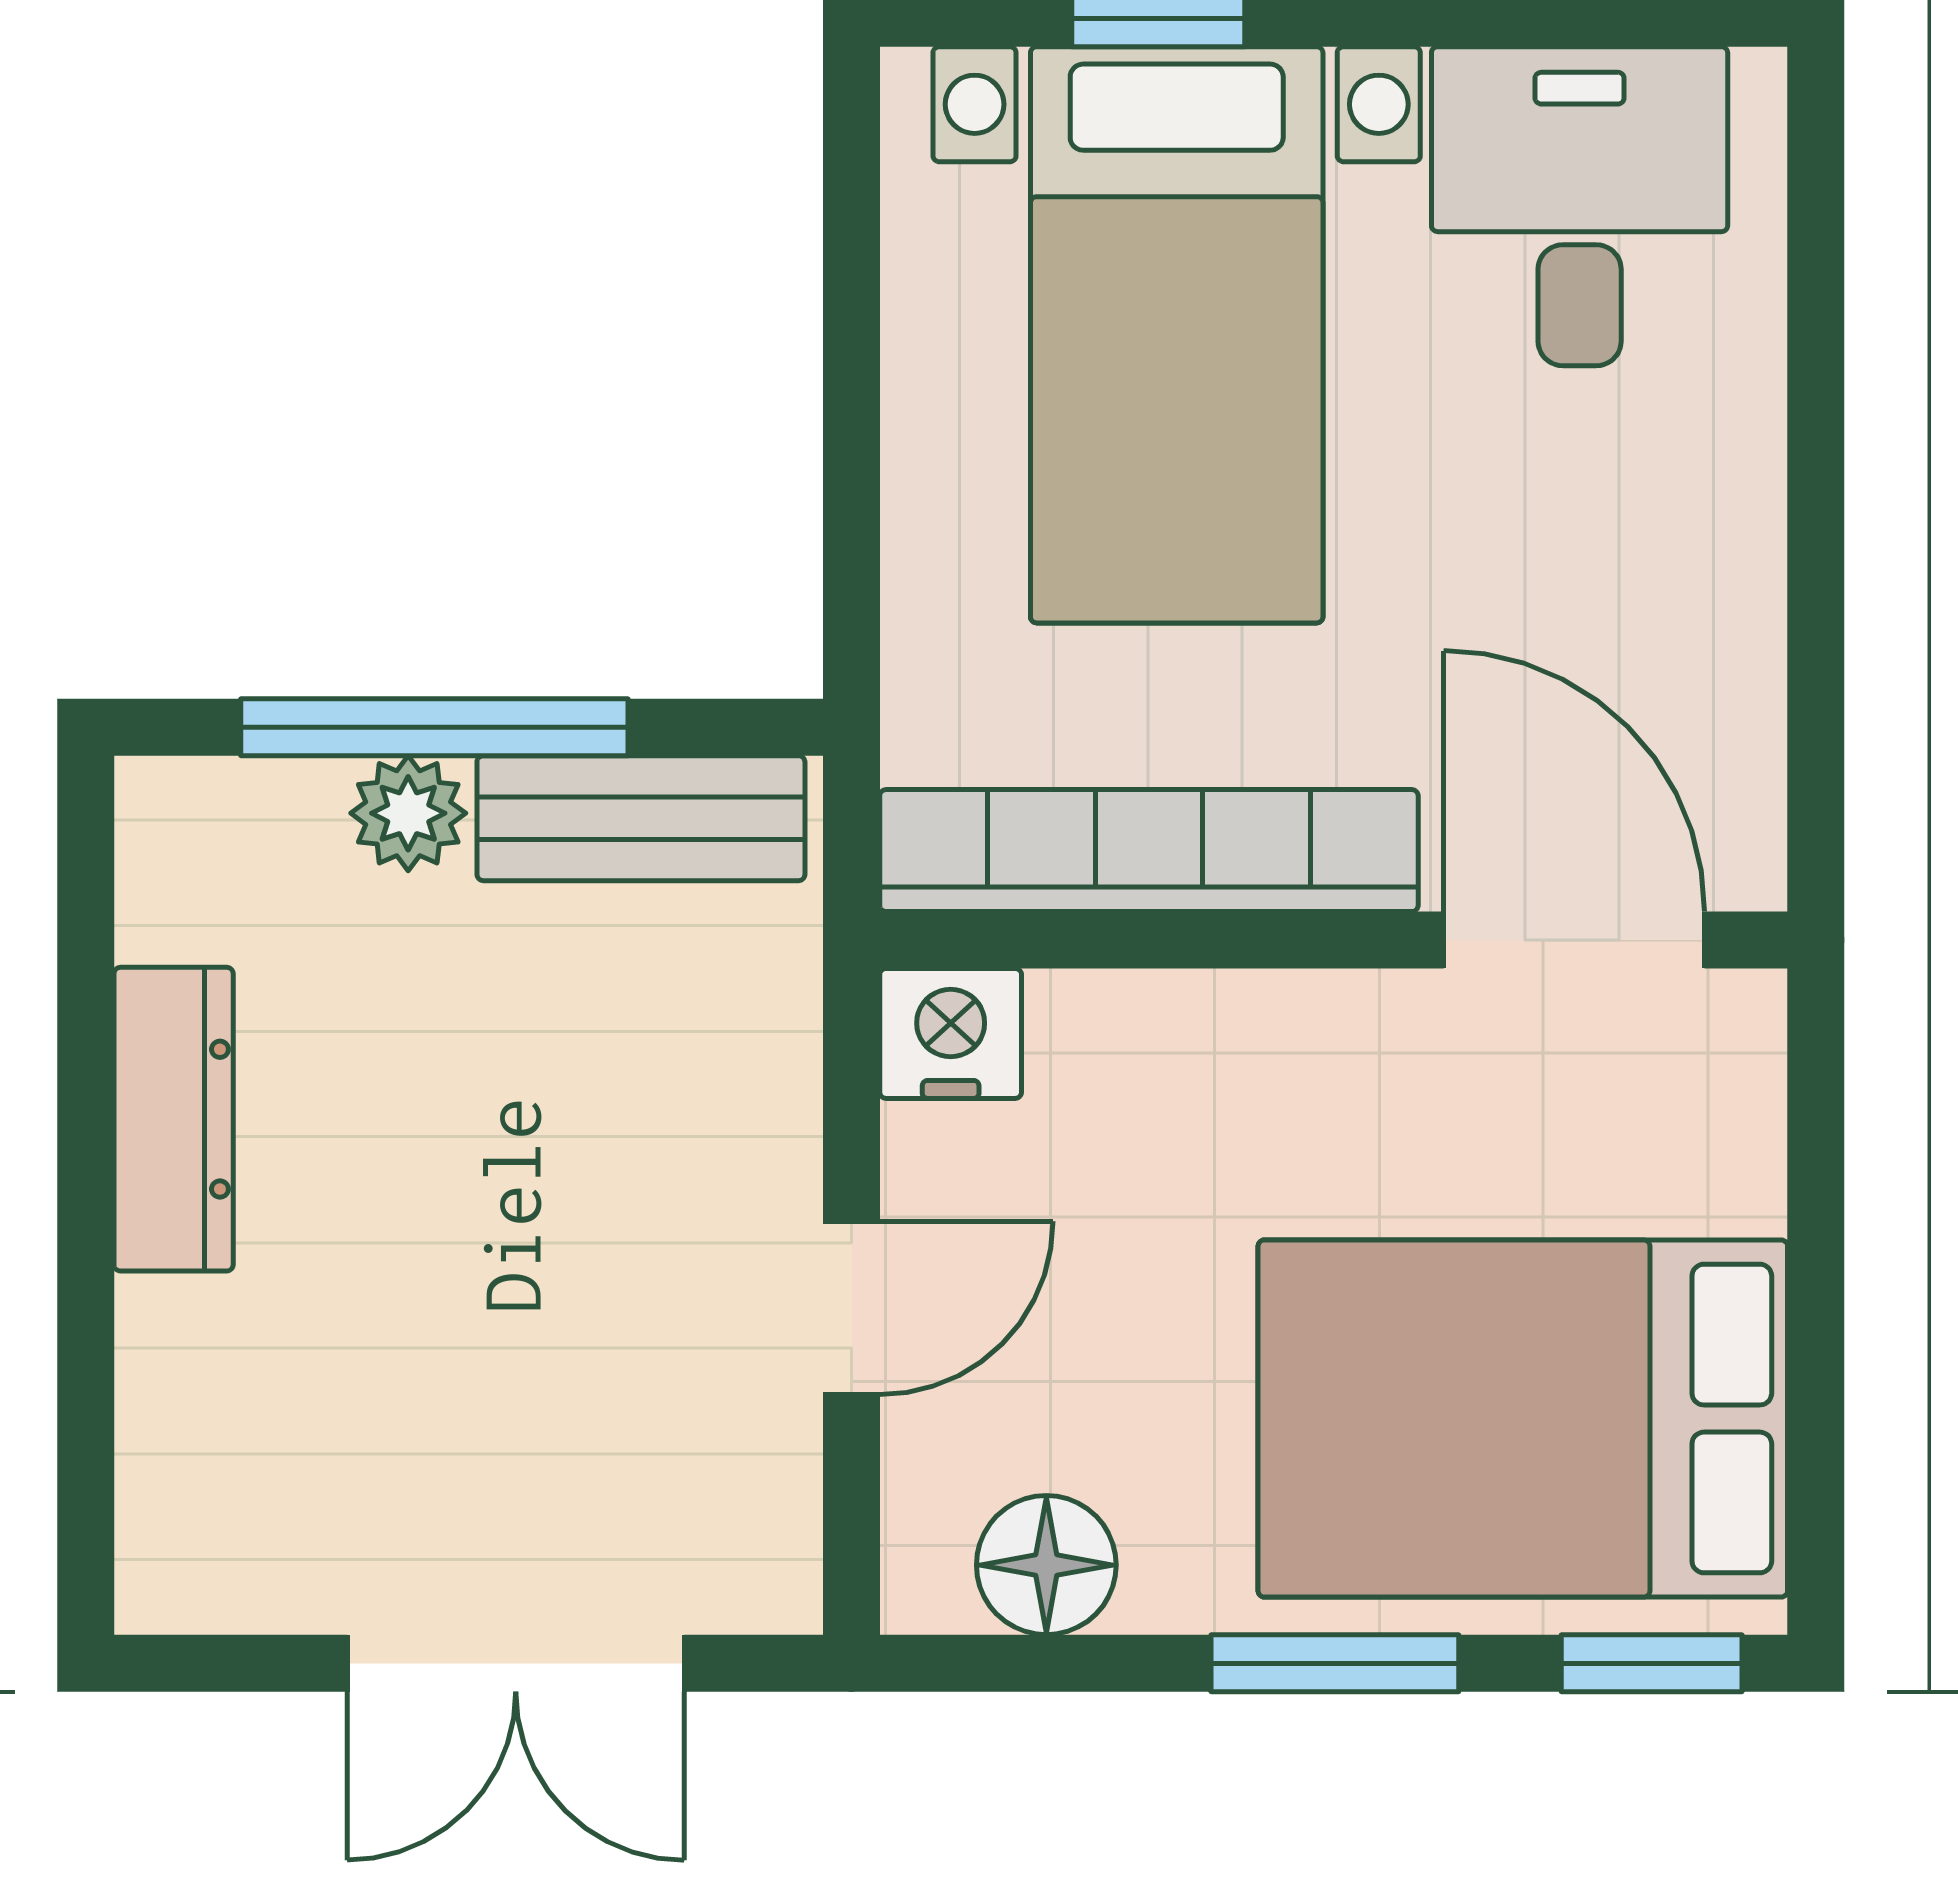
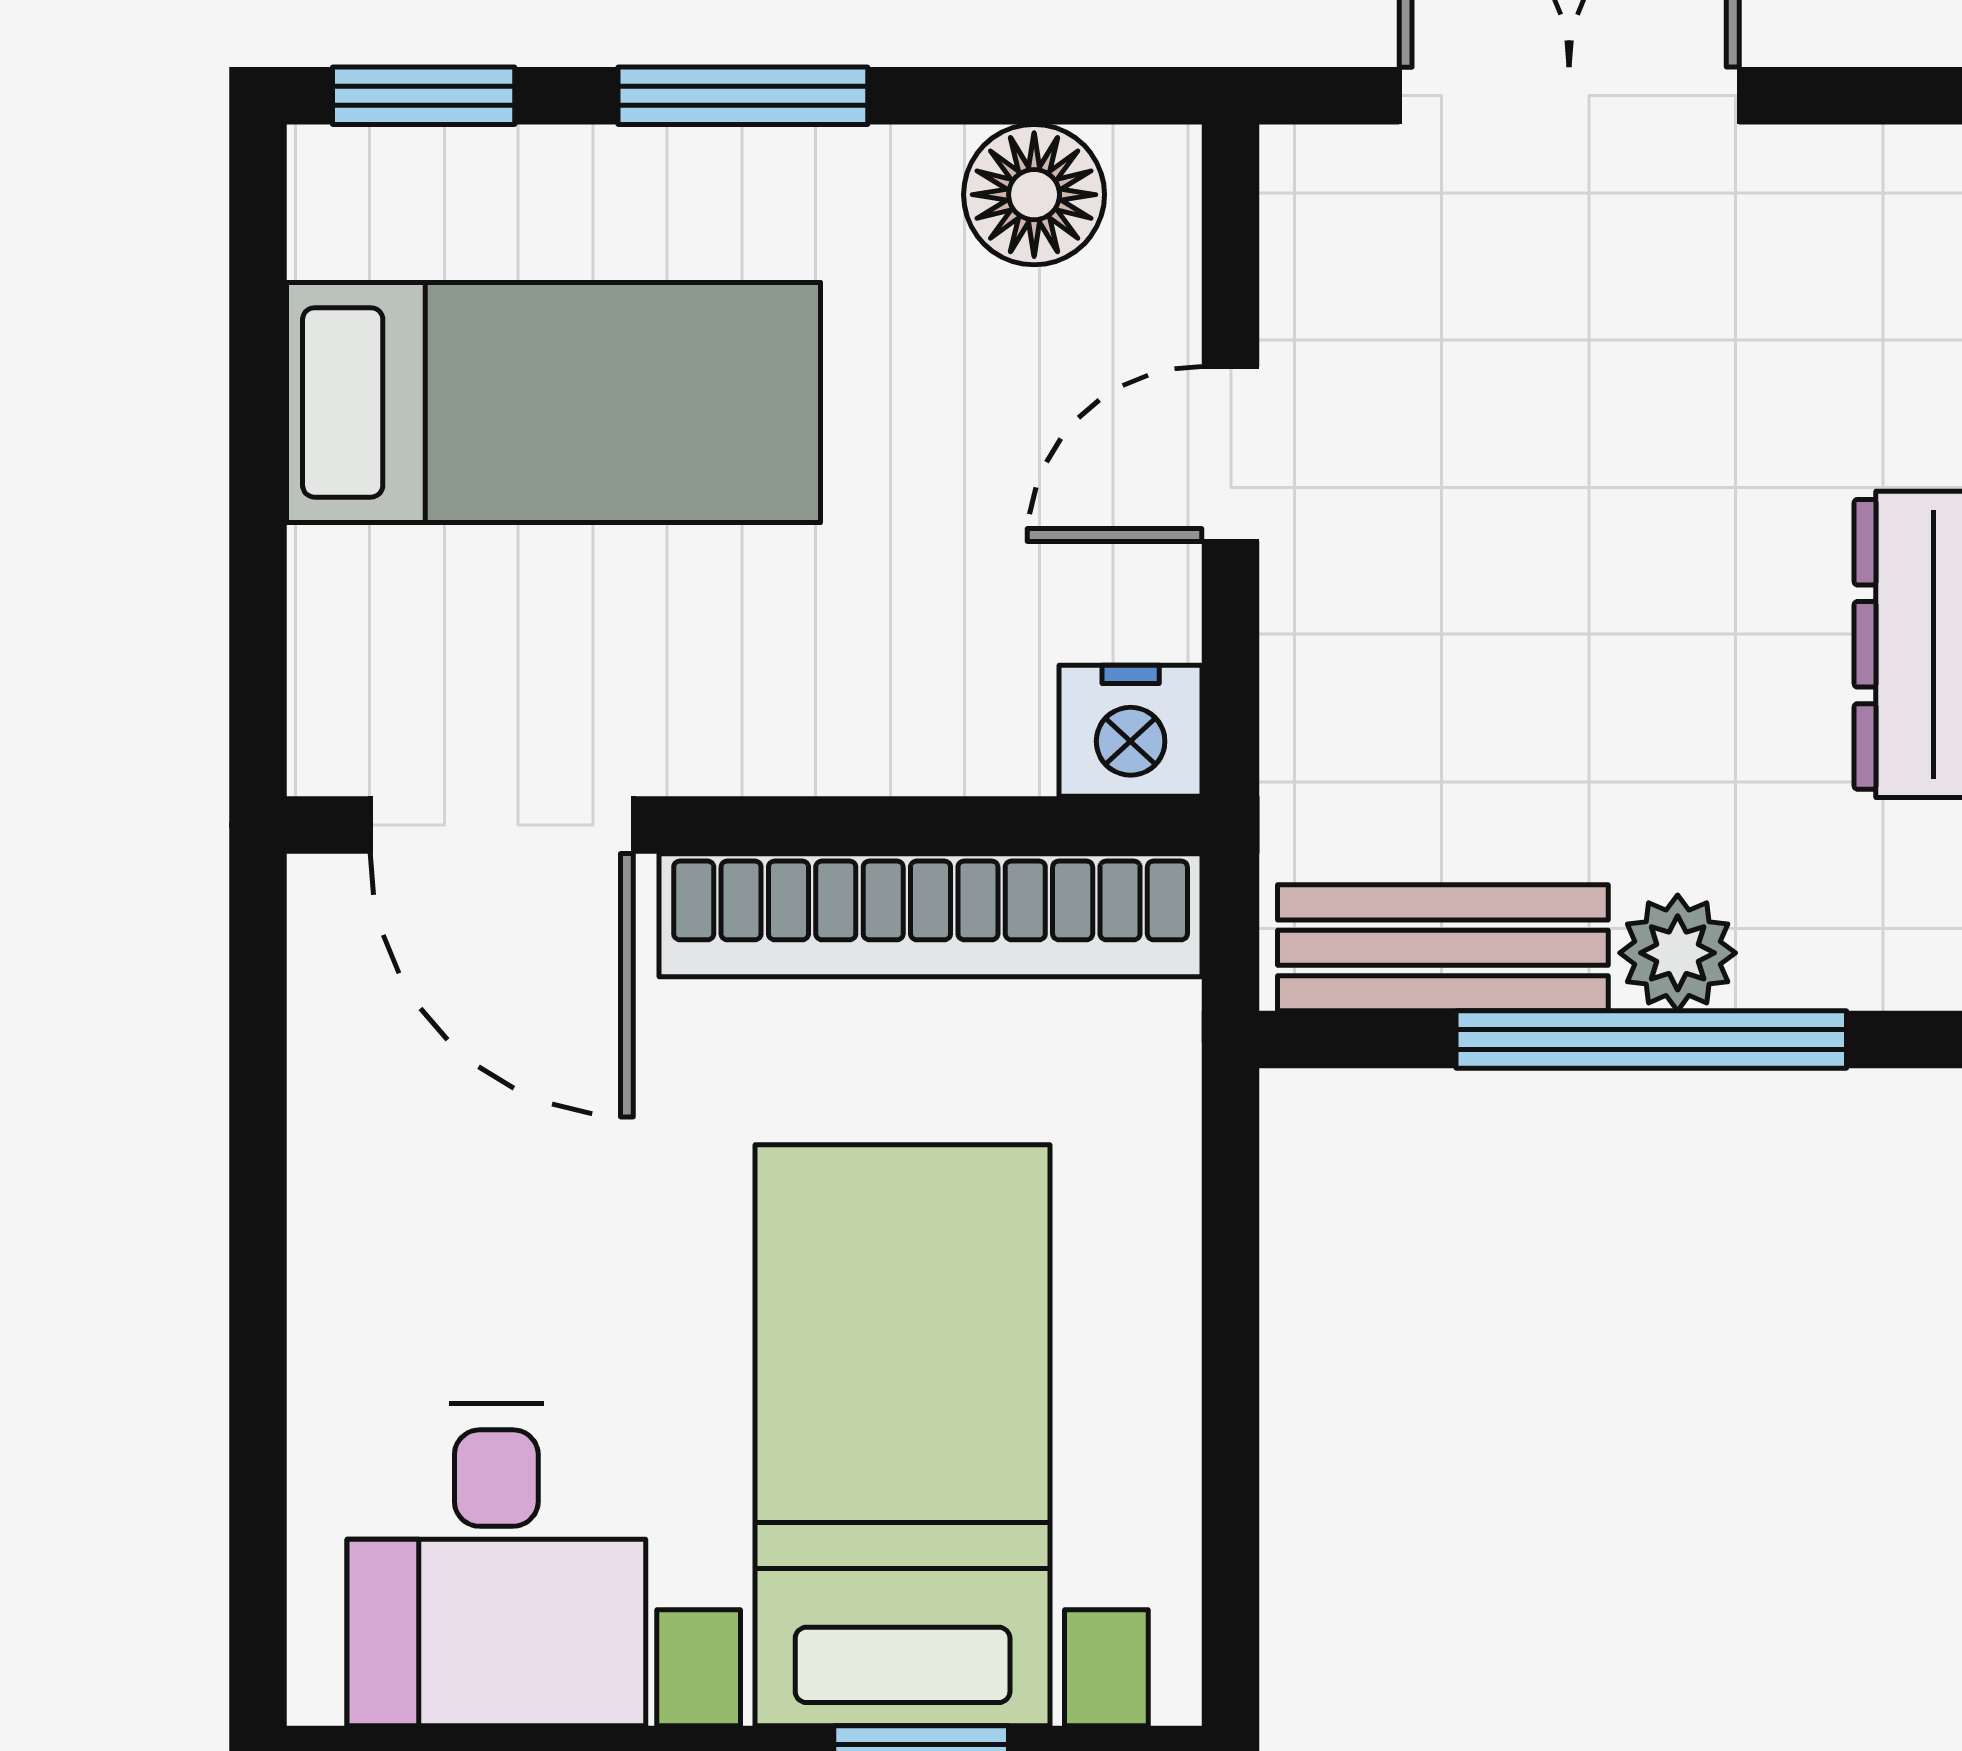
bed: (1523, 1419) -> (554, 402), width x0.67

